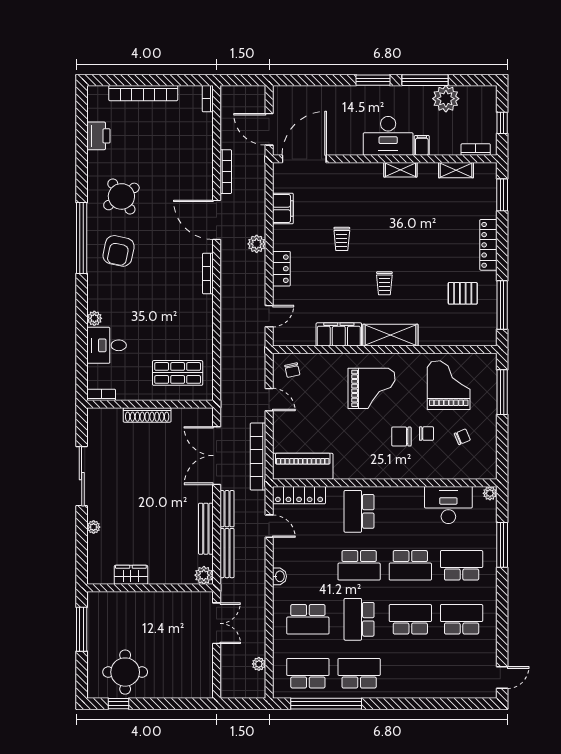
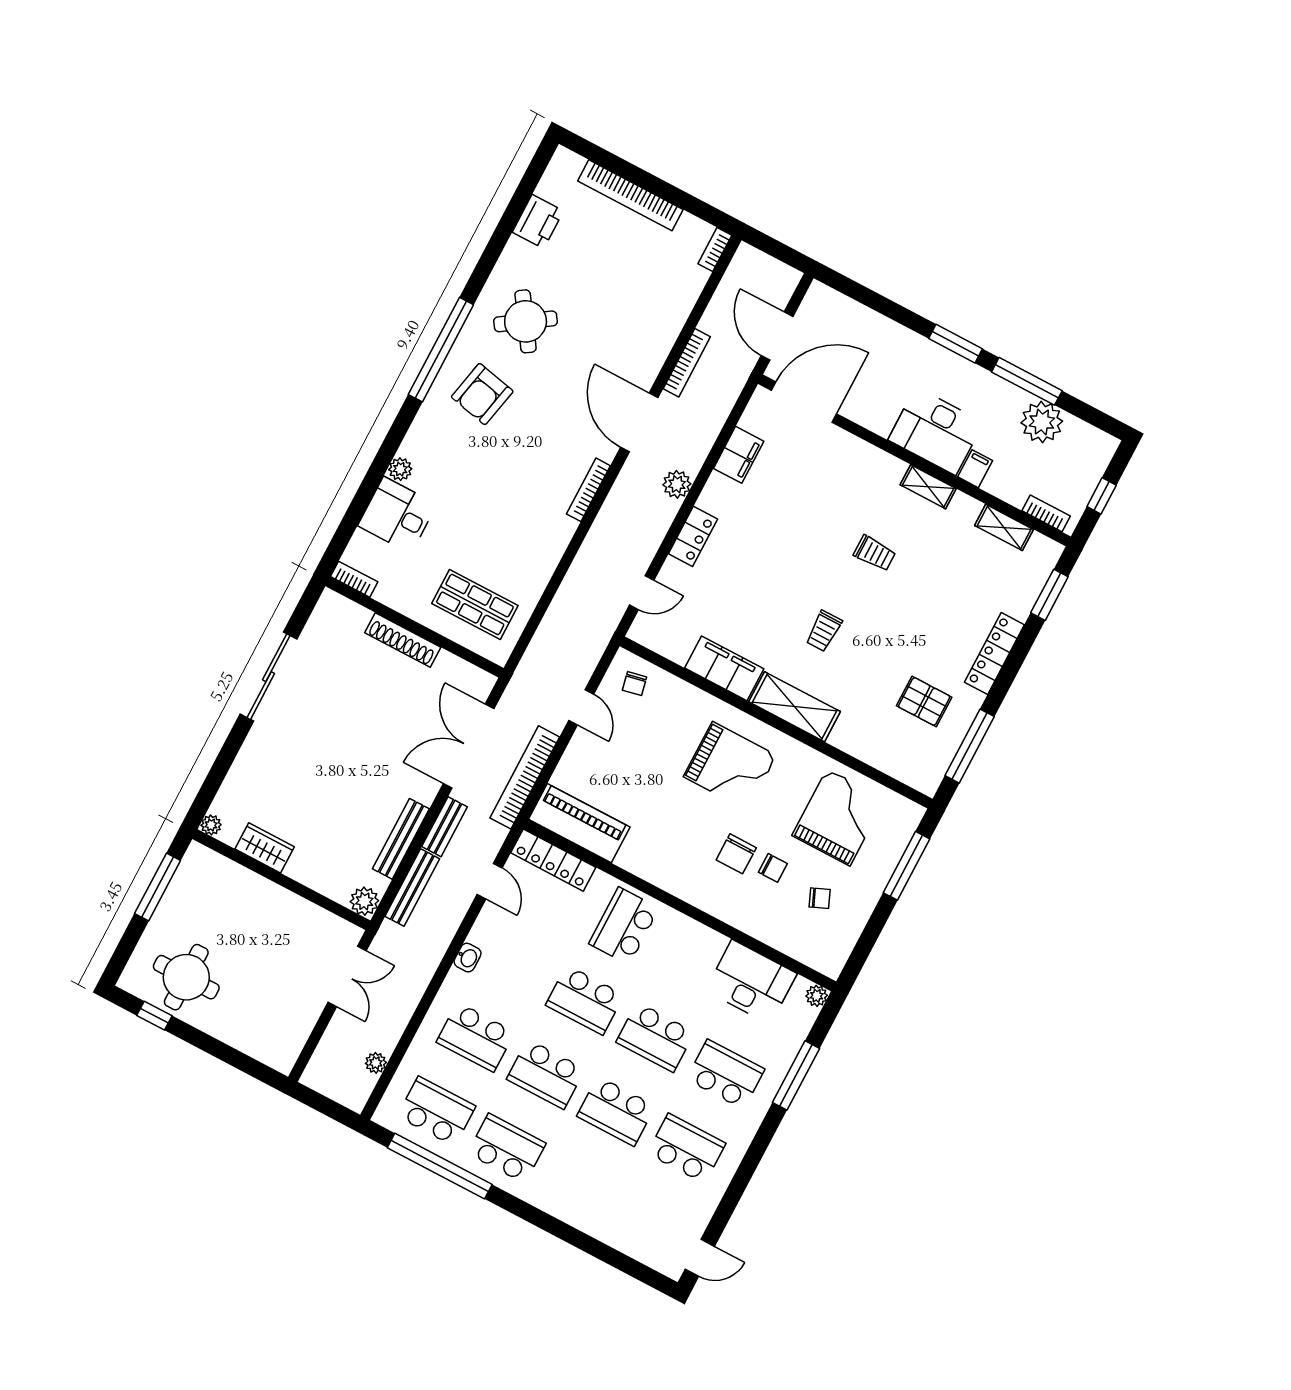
trolley: (342, 239) -> (875, 553), moved, turned -90
chair: (401, 437) -> (736, 854), turned -90
plant: (94, 527) -> (211, 825), moved
school desk: (359, 619) -> (546, 1074), turned -90
school desk: (410, 619) -> (616, 1111), turned 180

